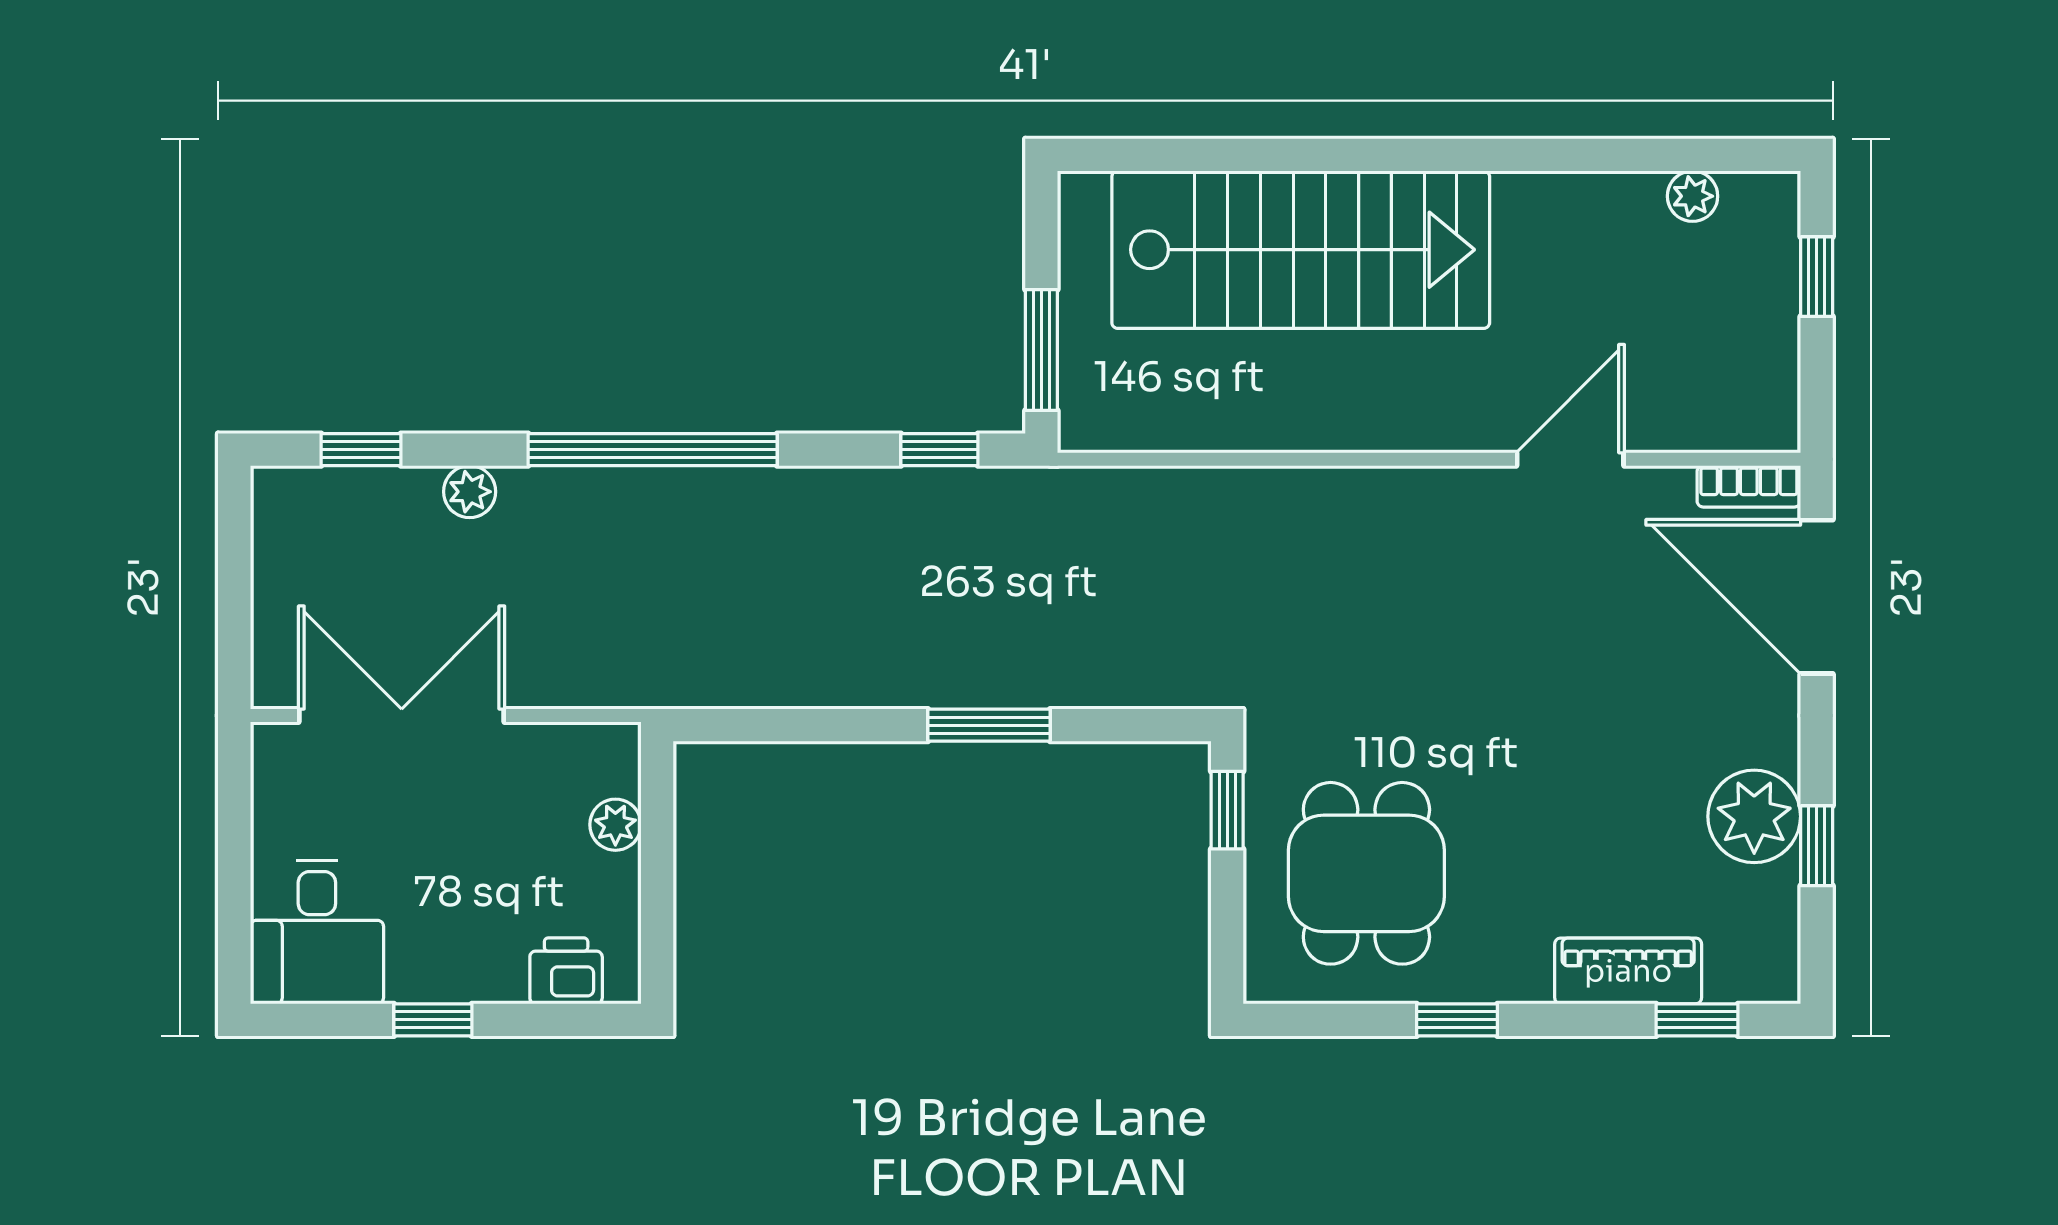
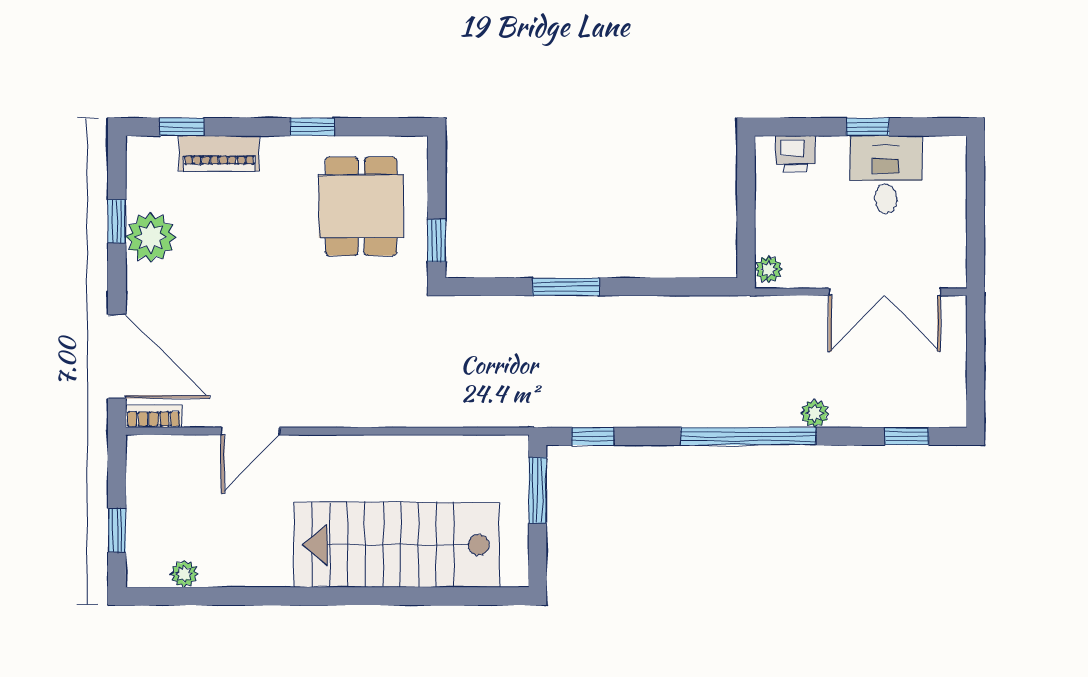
plant: (470, 492) -> (815, 413), moved
plant: (615, 825) -> (769, 269), moved
desk: (317, 932) -> (886, 175), moved

